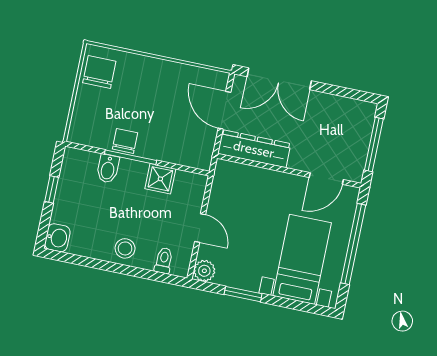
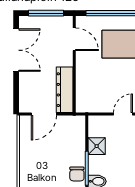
double door: (279, 79) -> (16, 50), moved
chair: (125, 141) -> (77, 174), turned -90

